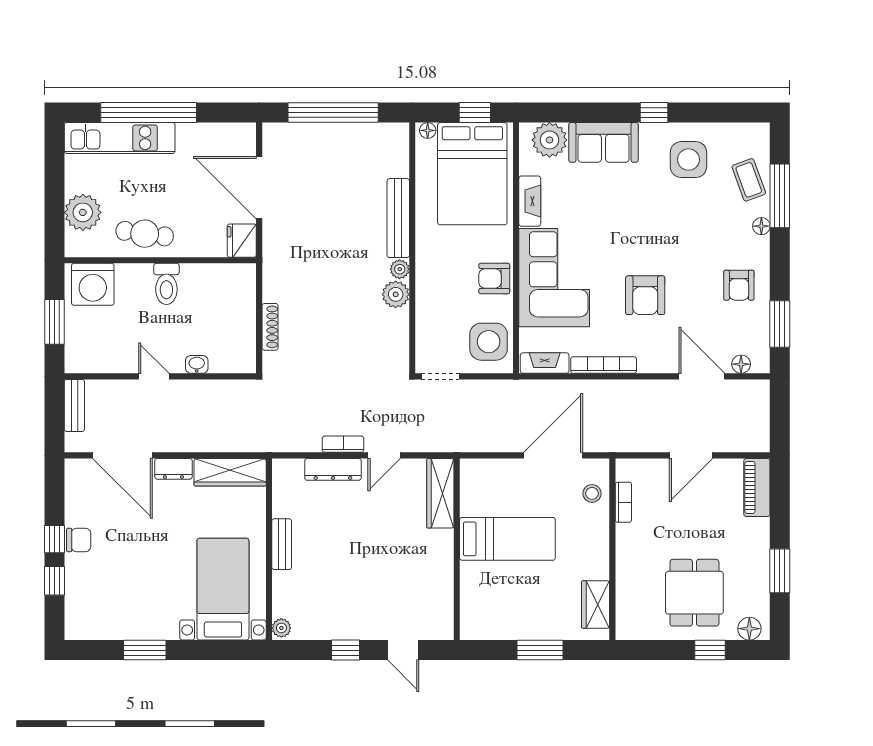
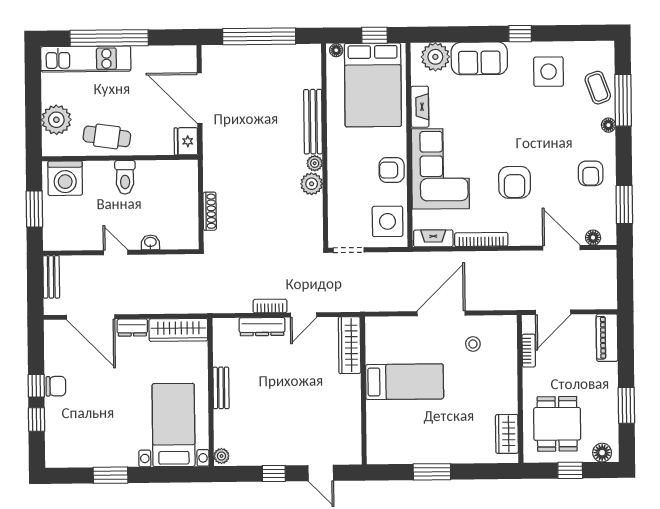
bookcase: (623, 502) -> (529, 351), moved
wall: (612, 549) -> (520, 389), moved
wardrobe: (596, 604) -> (507, 434), moved

